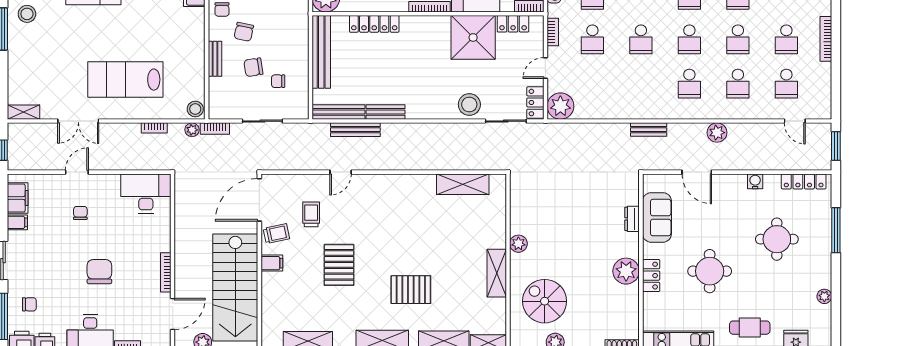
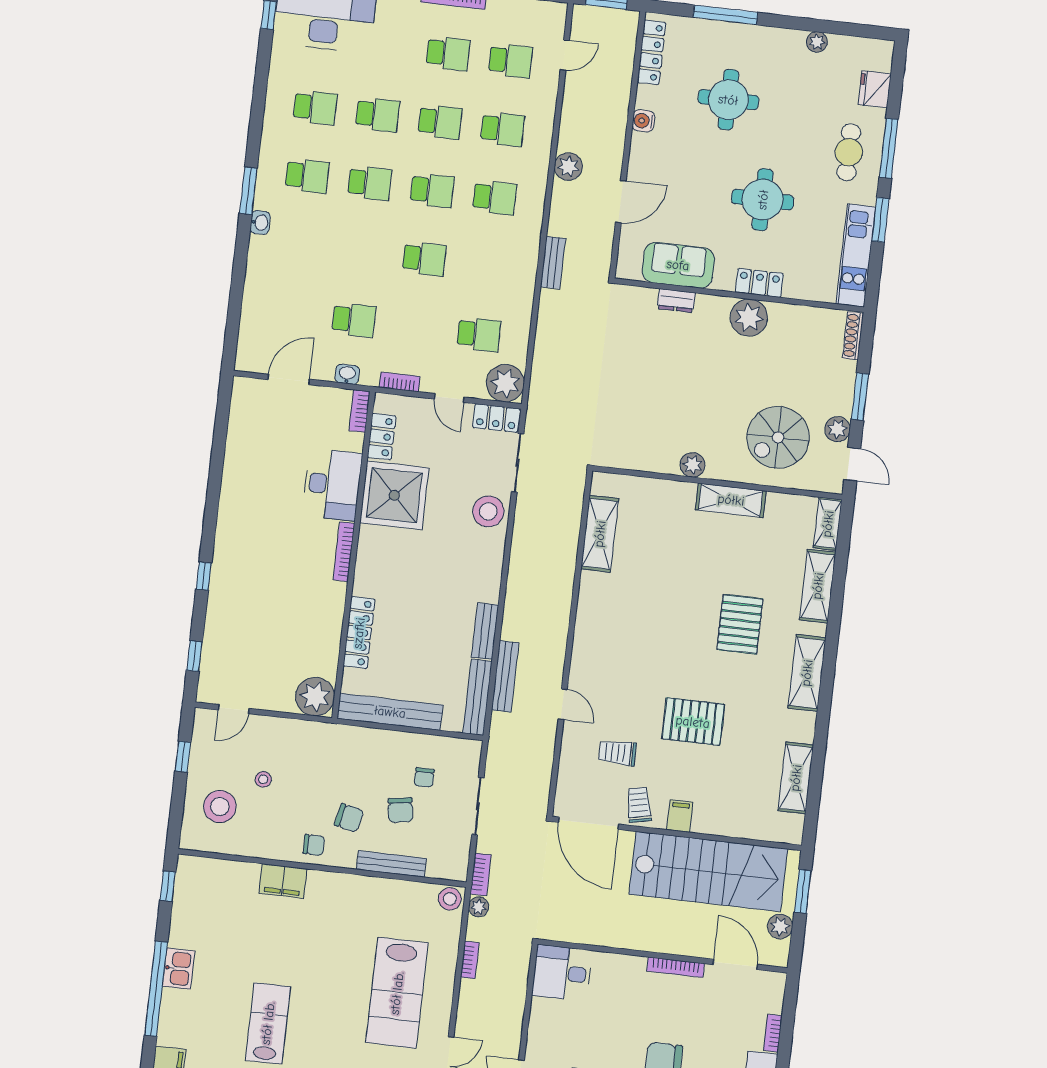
school desk: (592, 39) -> (479, 334), moved
bench: (215, 59) -> (391, 864), width x1.36
desk: (146, 193) -> (562, 973), width x0.73

